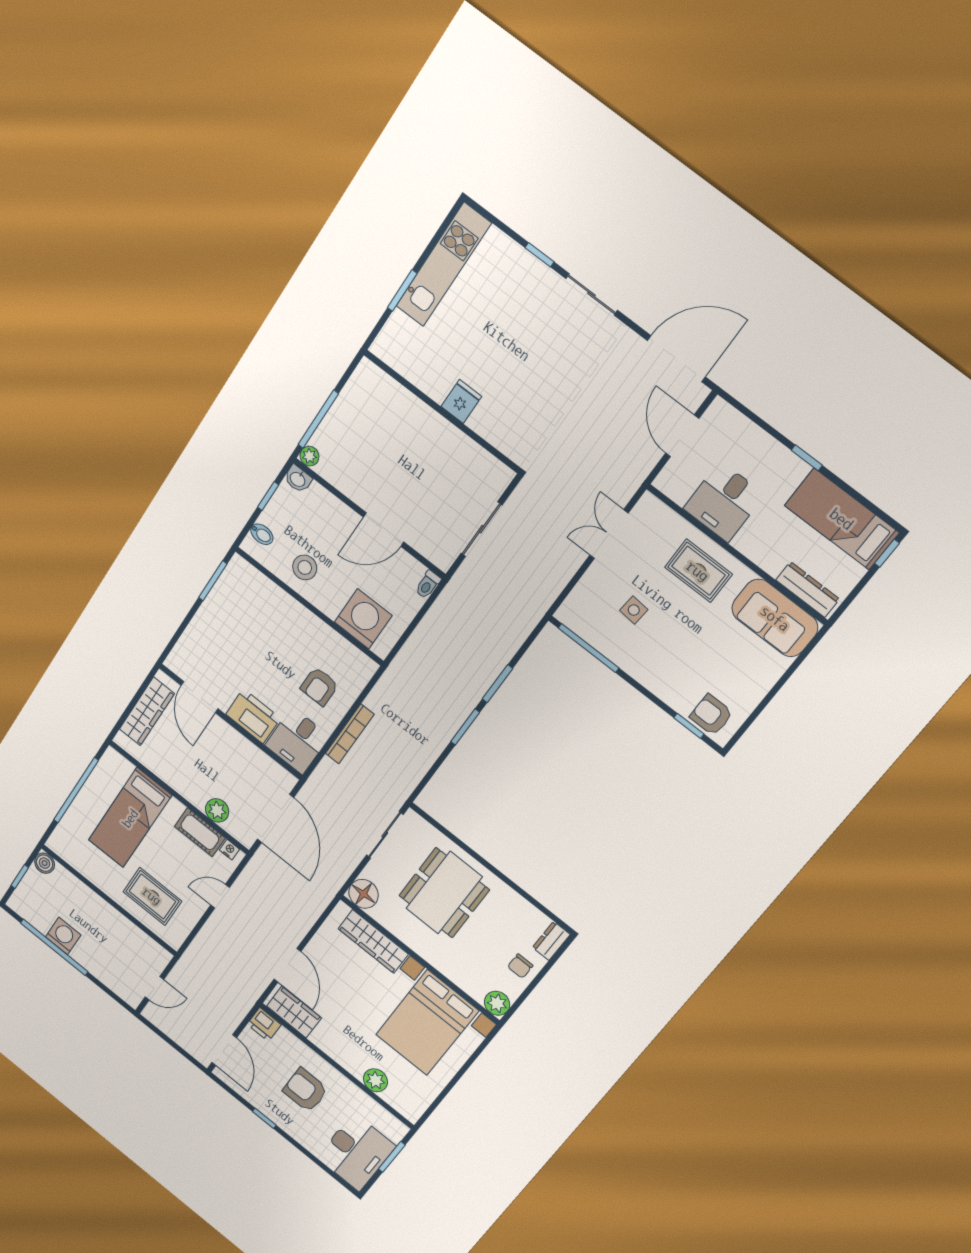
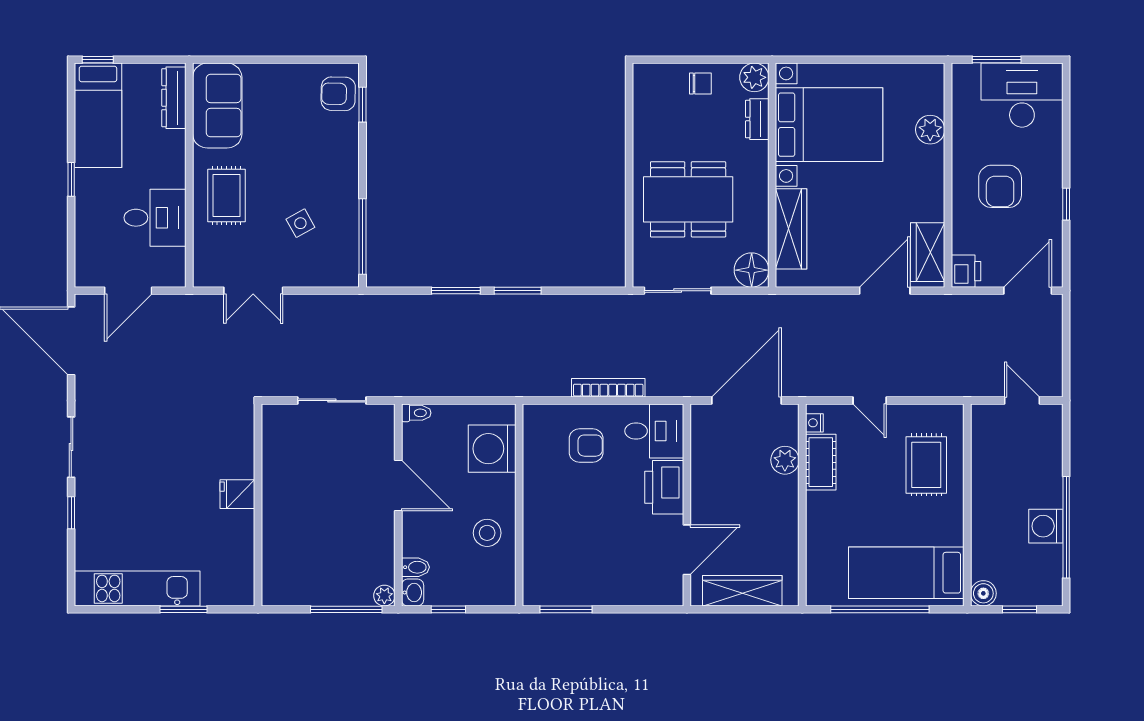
bidet: (262, 534) -> (415, 567), moved, turned 90
side table: (634, 610) -> (300, 223), turned -34
armchair: (711, 715) -> (338, 94), turned 91
bed: (130, 818) -> (906, 573), moved, turned 180
dresser: (551, 941) -> (757, 119), moved, turned 90

